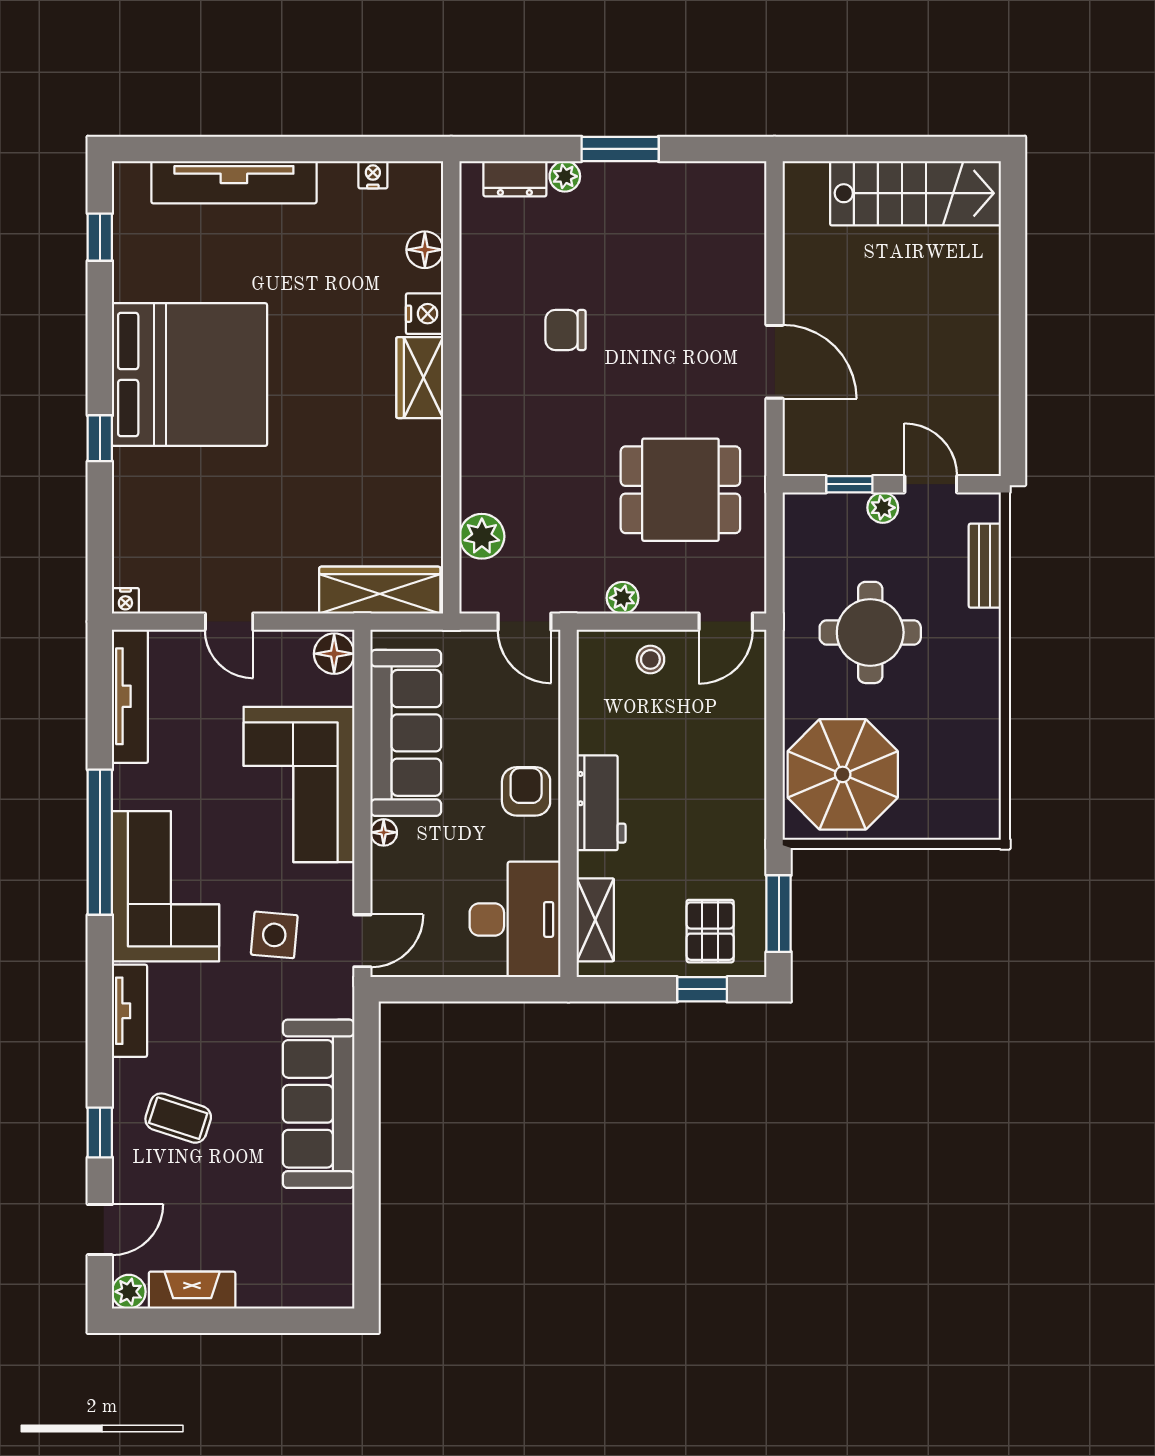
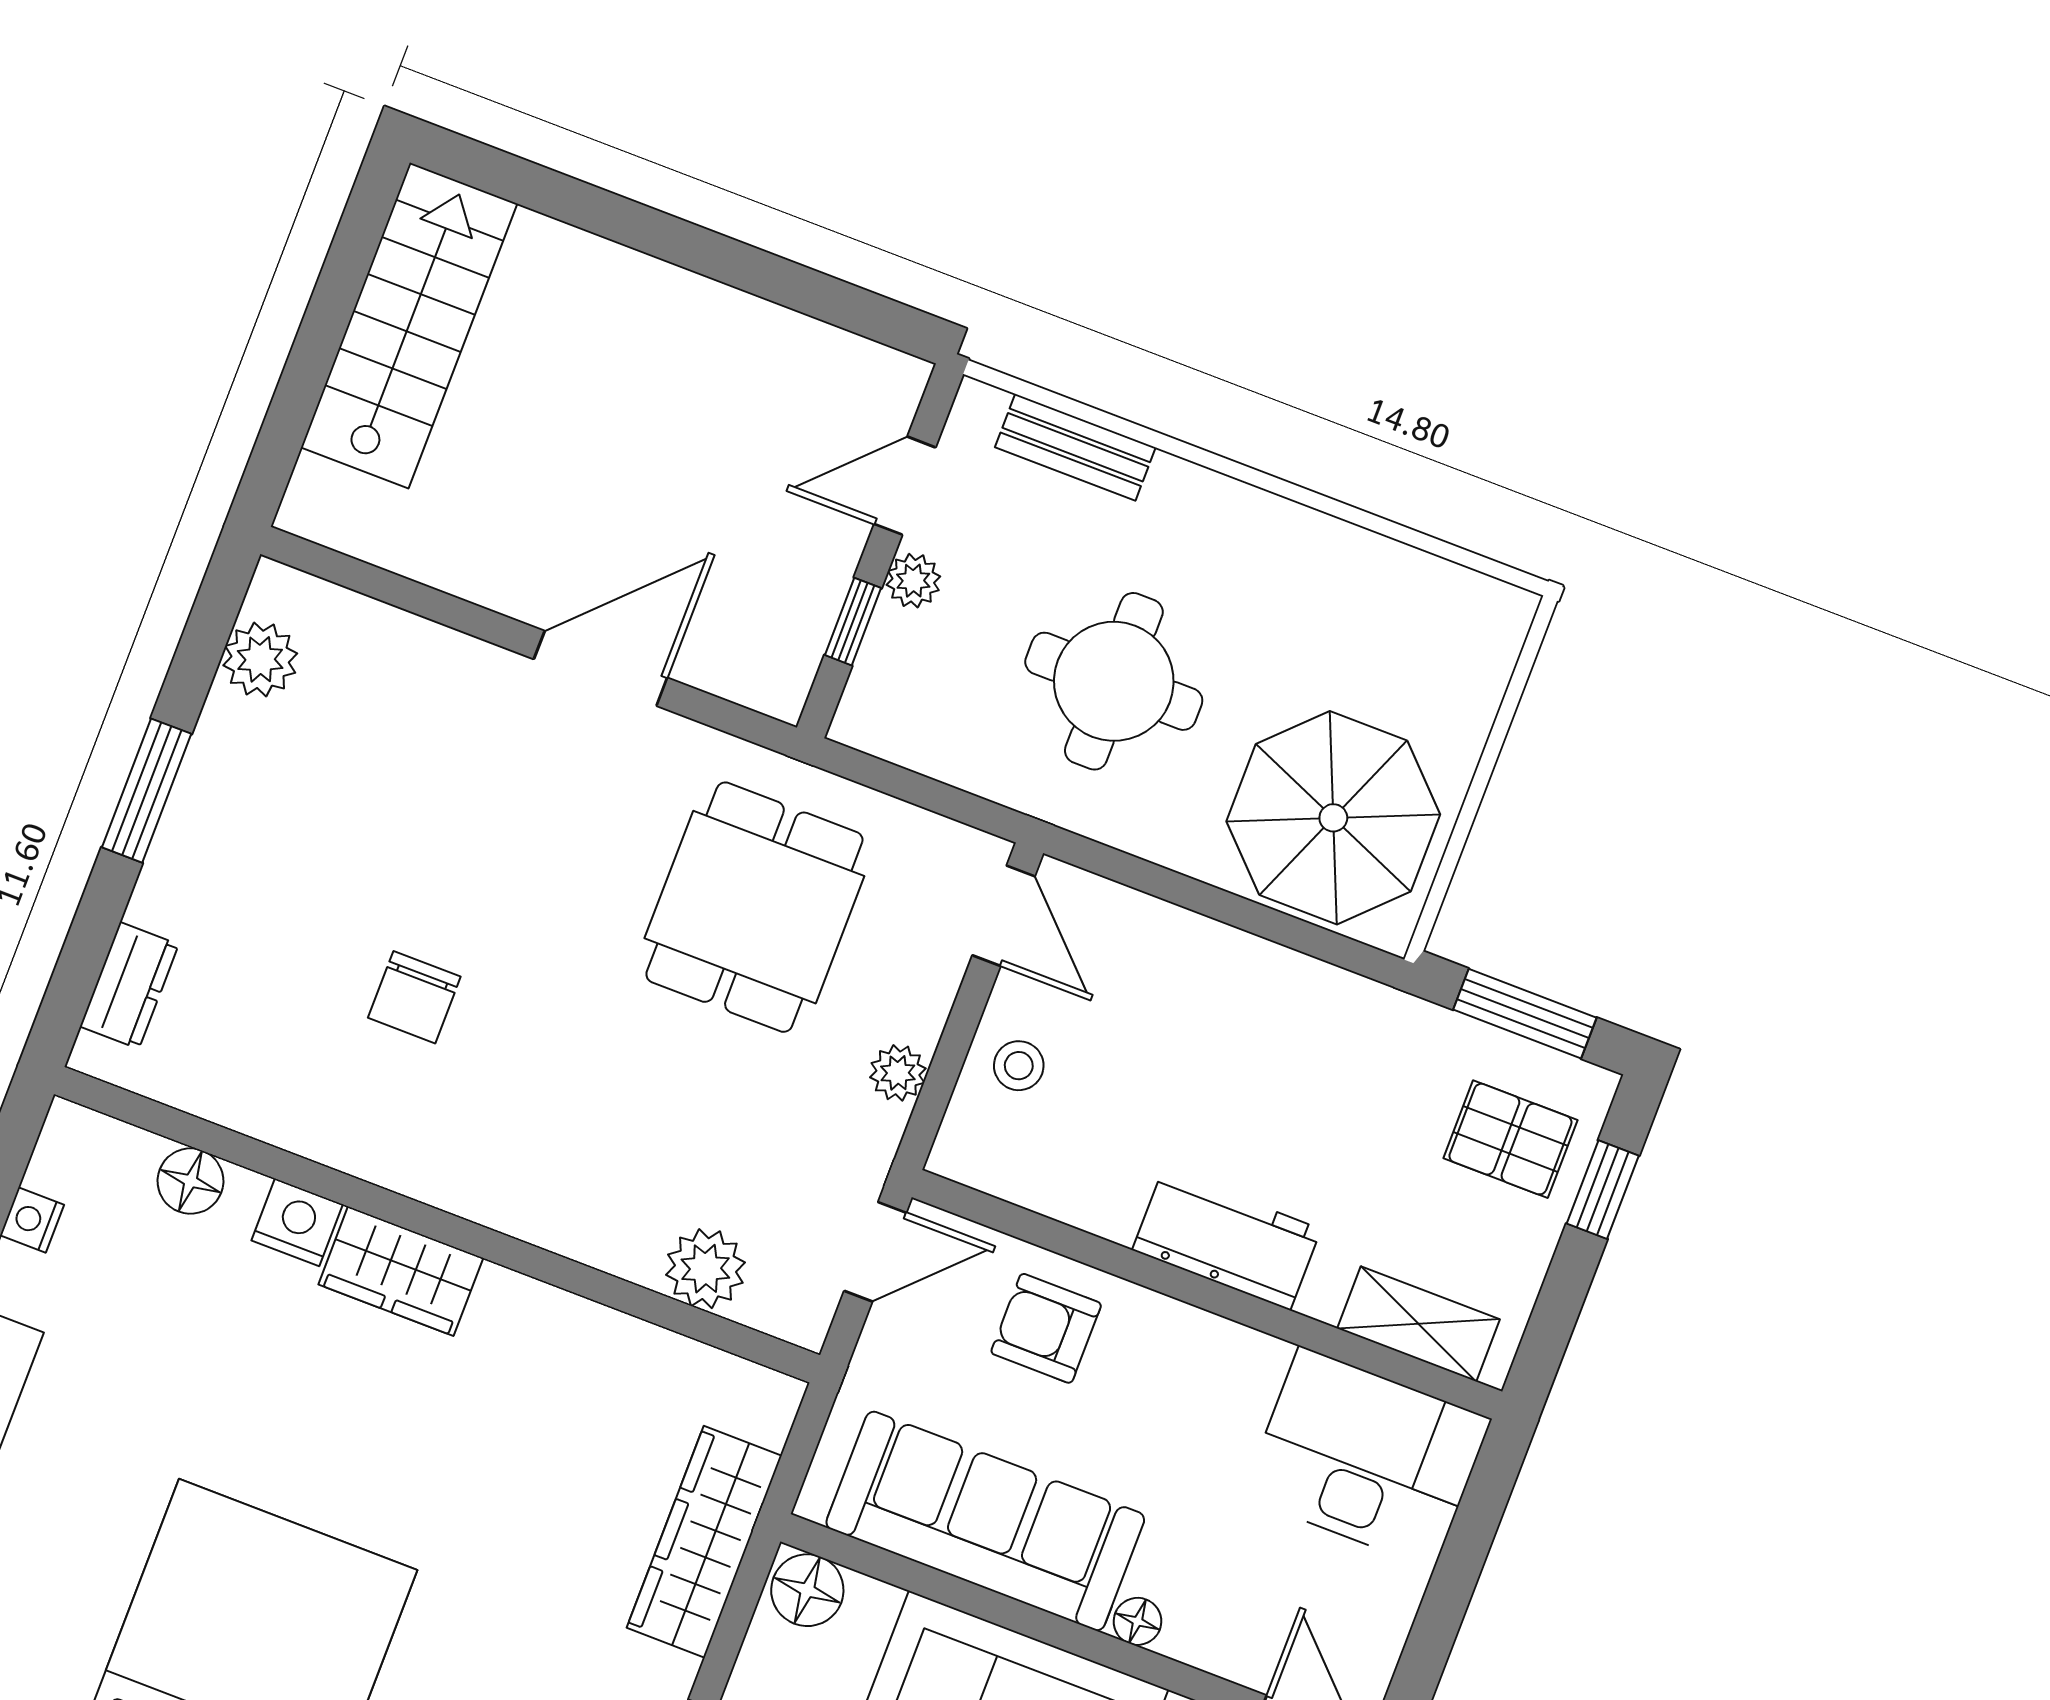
plant: (565, 176) -> (260, 659), moved, width x1.38, depth x1.38
wardrobe: (380, 590) -> (704, 1542), moved
armchair: (526, 791) -> (1046, 1328), moved

